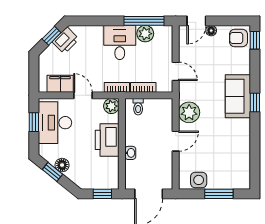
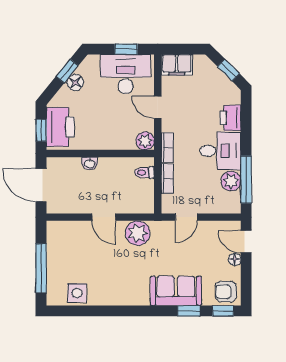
armchair: (238, 38) -> (226, 292), turned -90
printer: (66, 40) -> (230, 118), moved, turned 45
filing cabinet: (60, 84) -> (177, 65), moved, turned 90
door: (83, 95) -> (158, 107), swing flipped
sofa: (238, 96) -> (176, 291), moved
window: (255, 102) -> (189, 311), moved
printer: (107, 140) -> (60, 127), moved, turned 90
side table: (199, 180) -> (77, 293), moved
window: (219, 194) -> (41, 268), width x1.44

